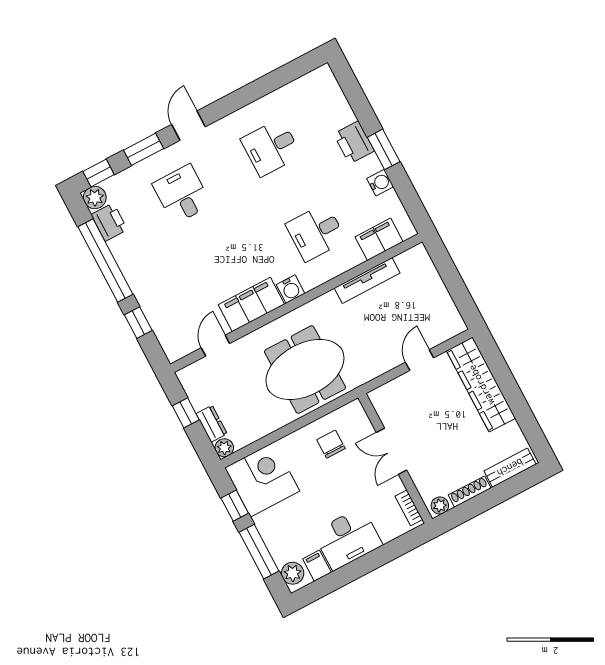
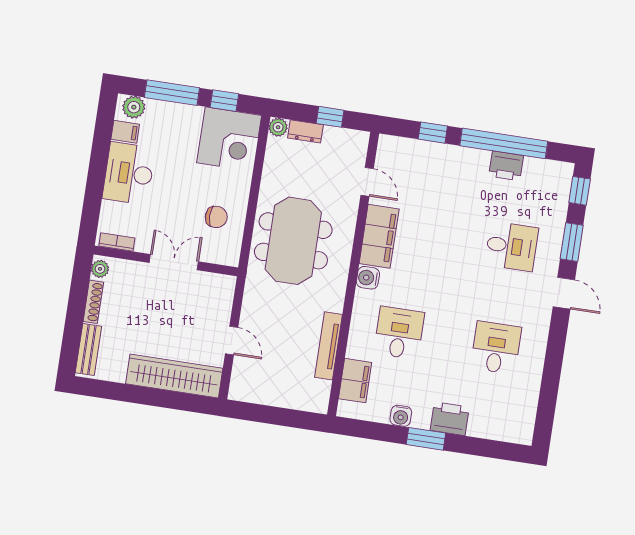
plant: (95, 198) -> (562, 173), removed
printer: (109, 222) -> (506, 166), moved

